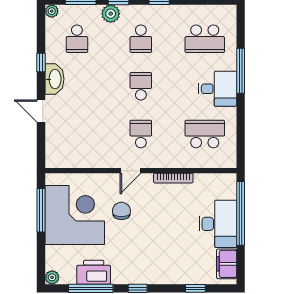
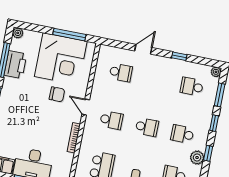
plant: (111, 14) -> (197, 158), moved
washbasin: (54, 79) -> (165, 64), removed
school desk: (77, 134) -> (121, 73), added

